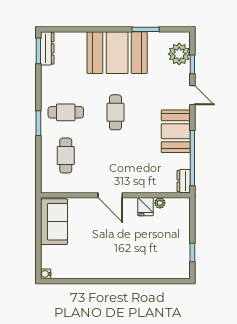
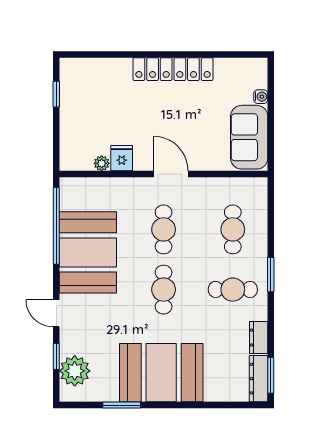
booth: (176, 131) -> (88, 252), width x1.36, depth x1.42
cafe table: (115, 155) -> (164, 229), added
dresser: (184, 181) -> (259, 338), moved, turned 180
locker: (109, 271) -> (173, 69), added
water cooler: (46, 274) -> (261, 97), moved

